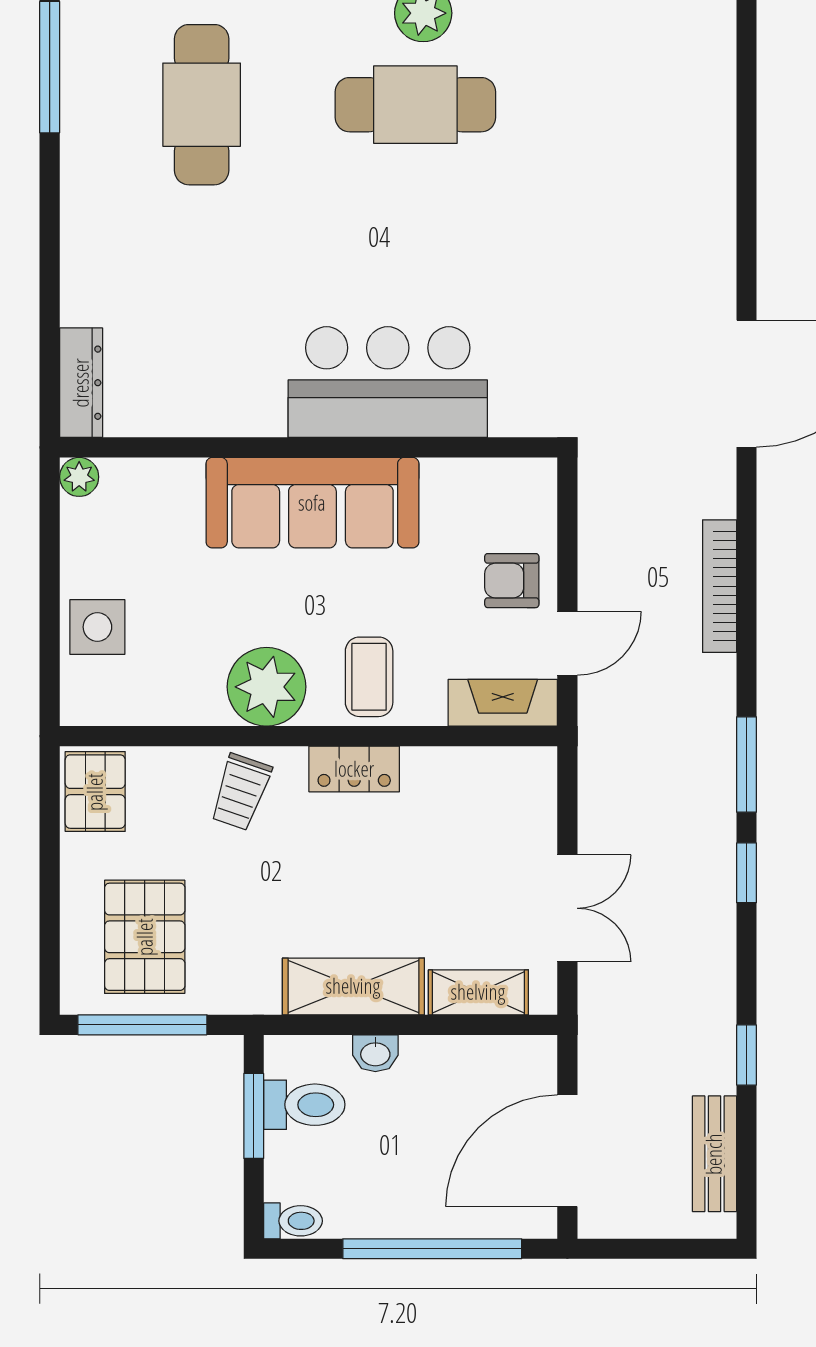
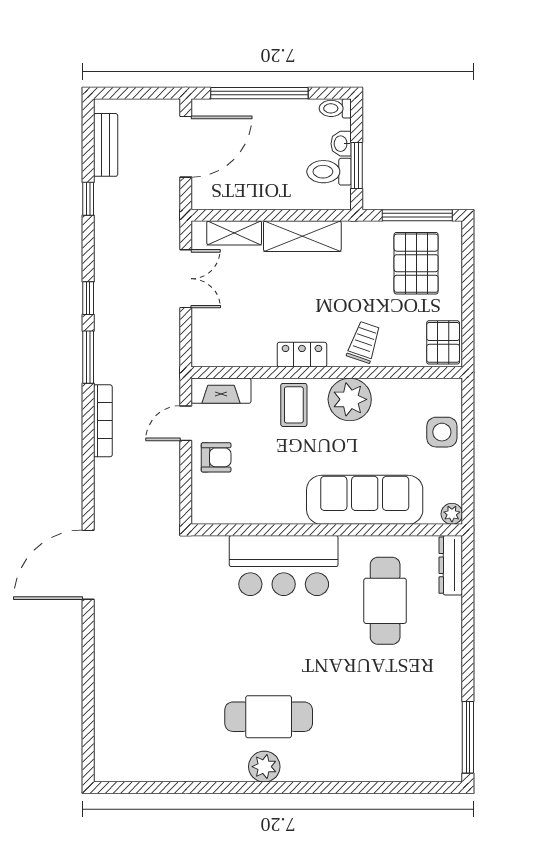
cafe table: (202, 105) -> (385, 601), moved
sofa: (312, 503) -> (365, 500), moved
bookcase: (720, 586) -> (103, 421), moved
double door: (567, 908) -> (186, 279), swing flipped
washbasin: (375, 1053) -> (341, 144), moved, turned -90

